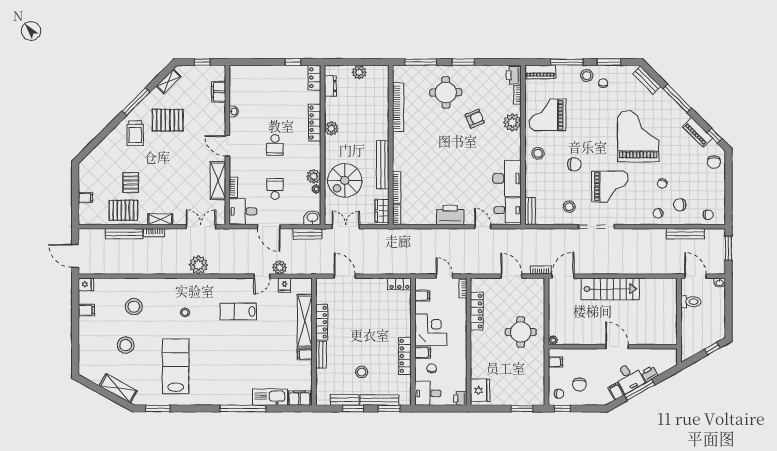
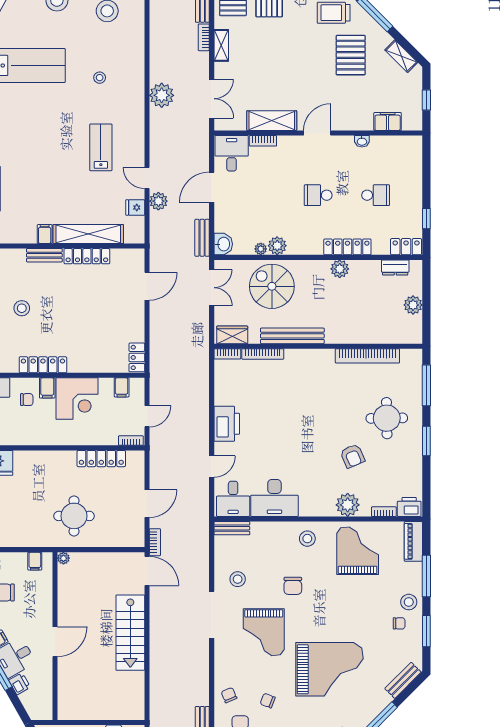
school desk: (275, 189) -> (376, 195), moved

